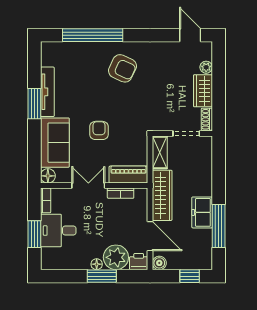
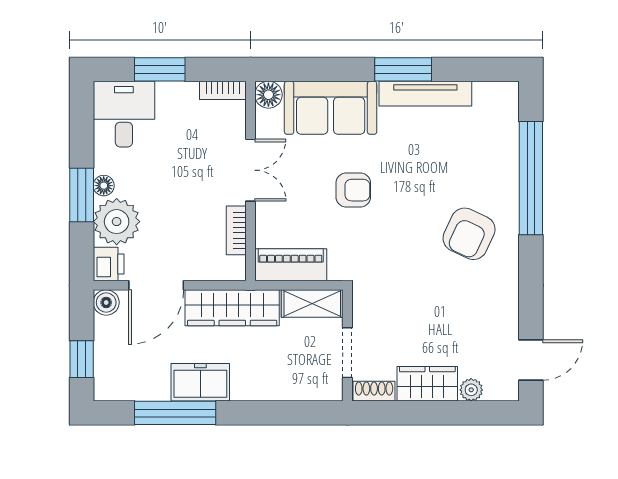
piano: (128, 175) -> (291, 265), moved, turned -90
desk: (58, 231) -> (124, 114), moved

